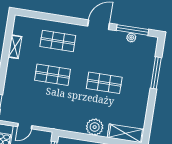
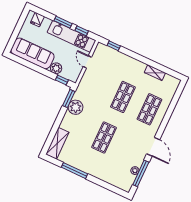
window: (156, 73) -> (74, 171), moved
plant: (95, 127) -> (76, 107), moved
window: (72, 135) -> (69, 99), added

